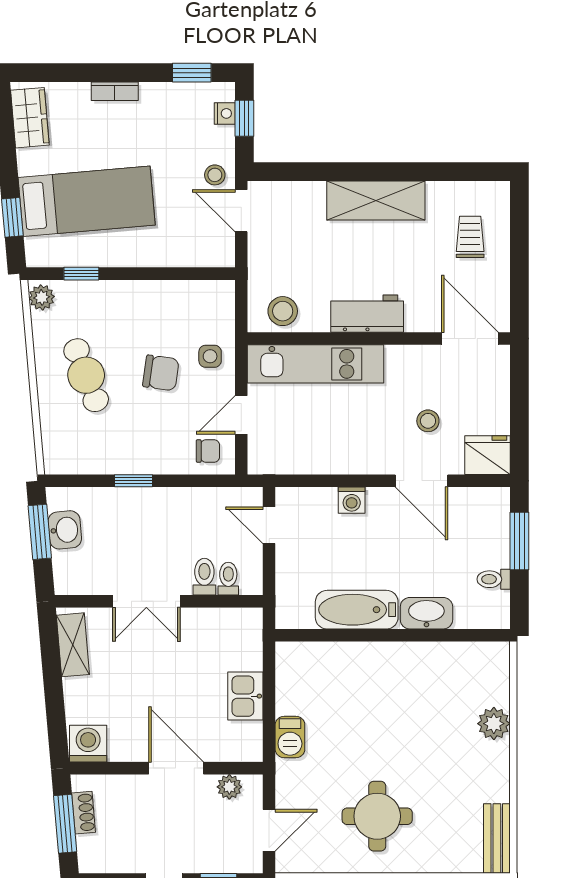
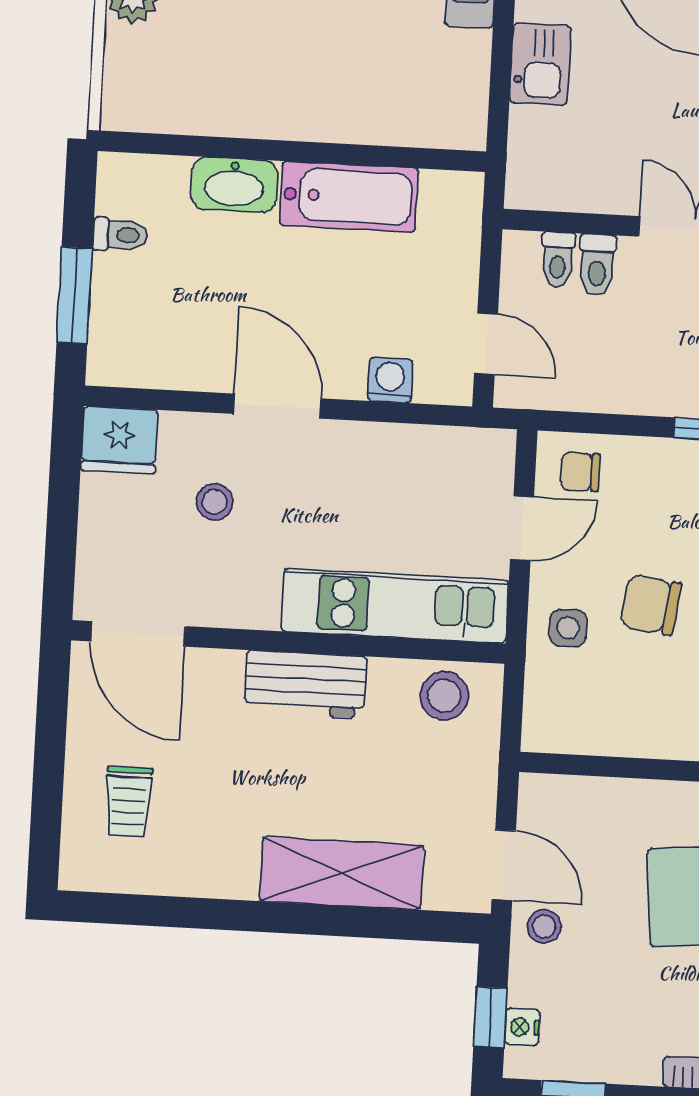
shelving: (376, 200) -> (341, 873), moved
door: (421, 481) -> (277, 406), moved
washing machine: (352, 500) -> (390, 380), moved

